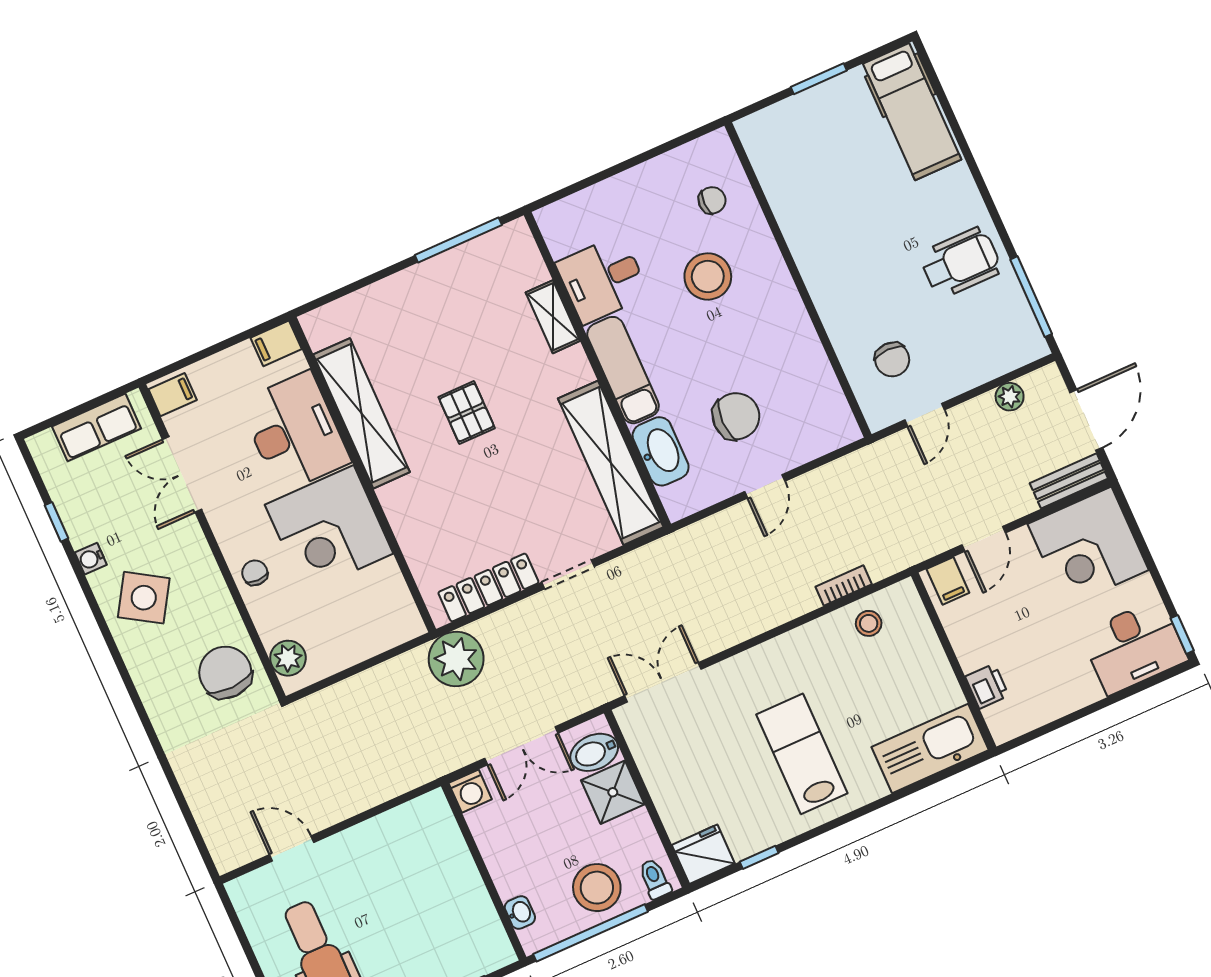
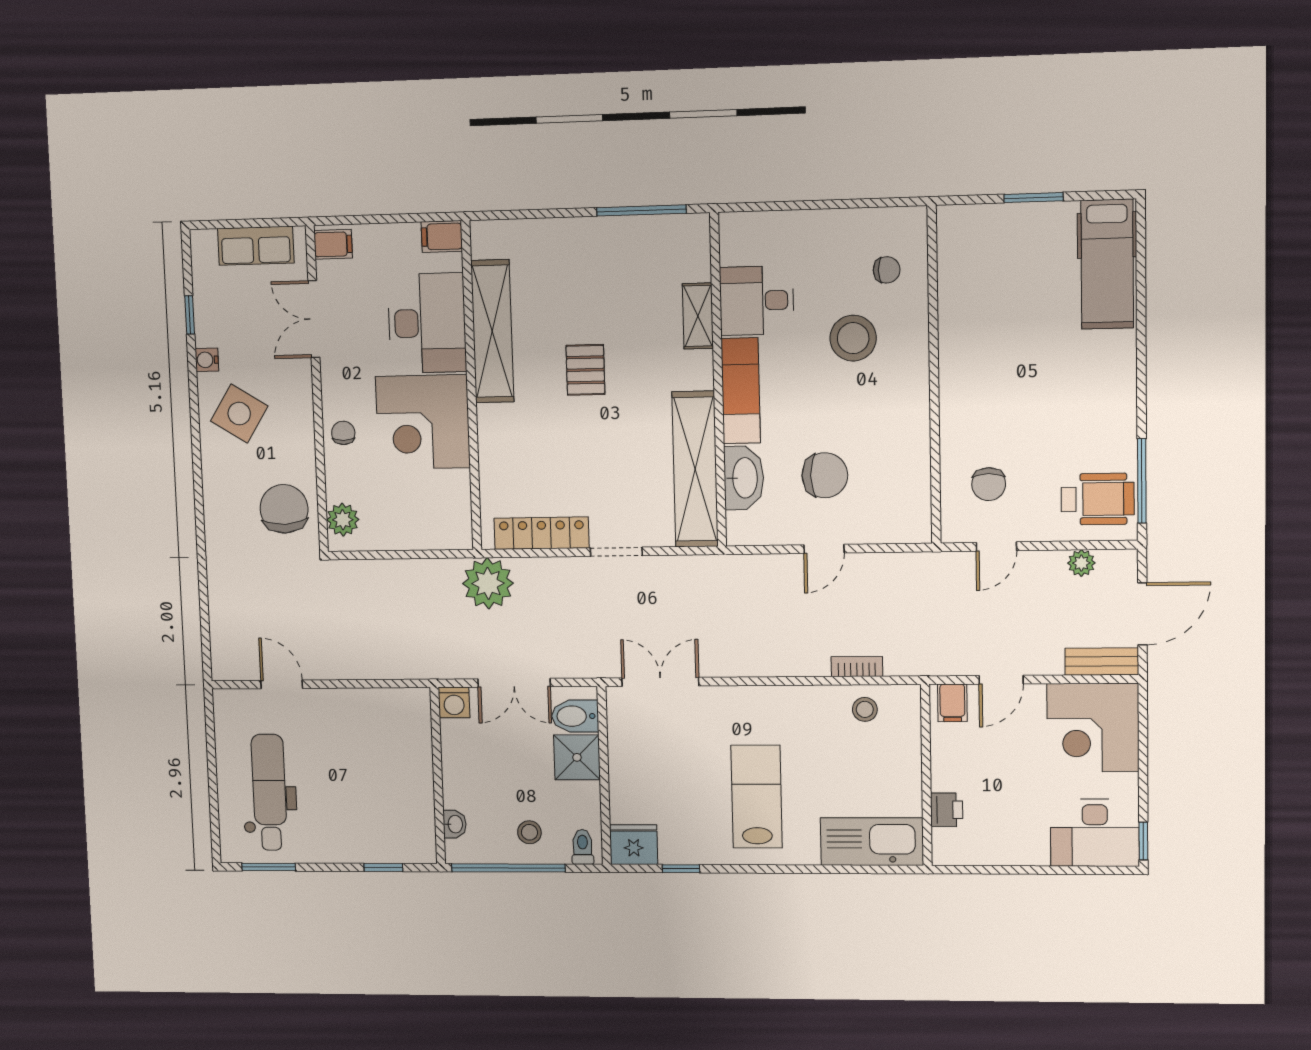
wheelchair: (961, 262) -> (1098, 499), moved
stool: (597, 888) -> (529, 832), width x0.53, depth x0.53

